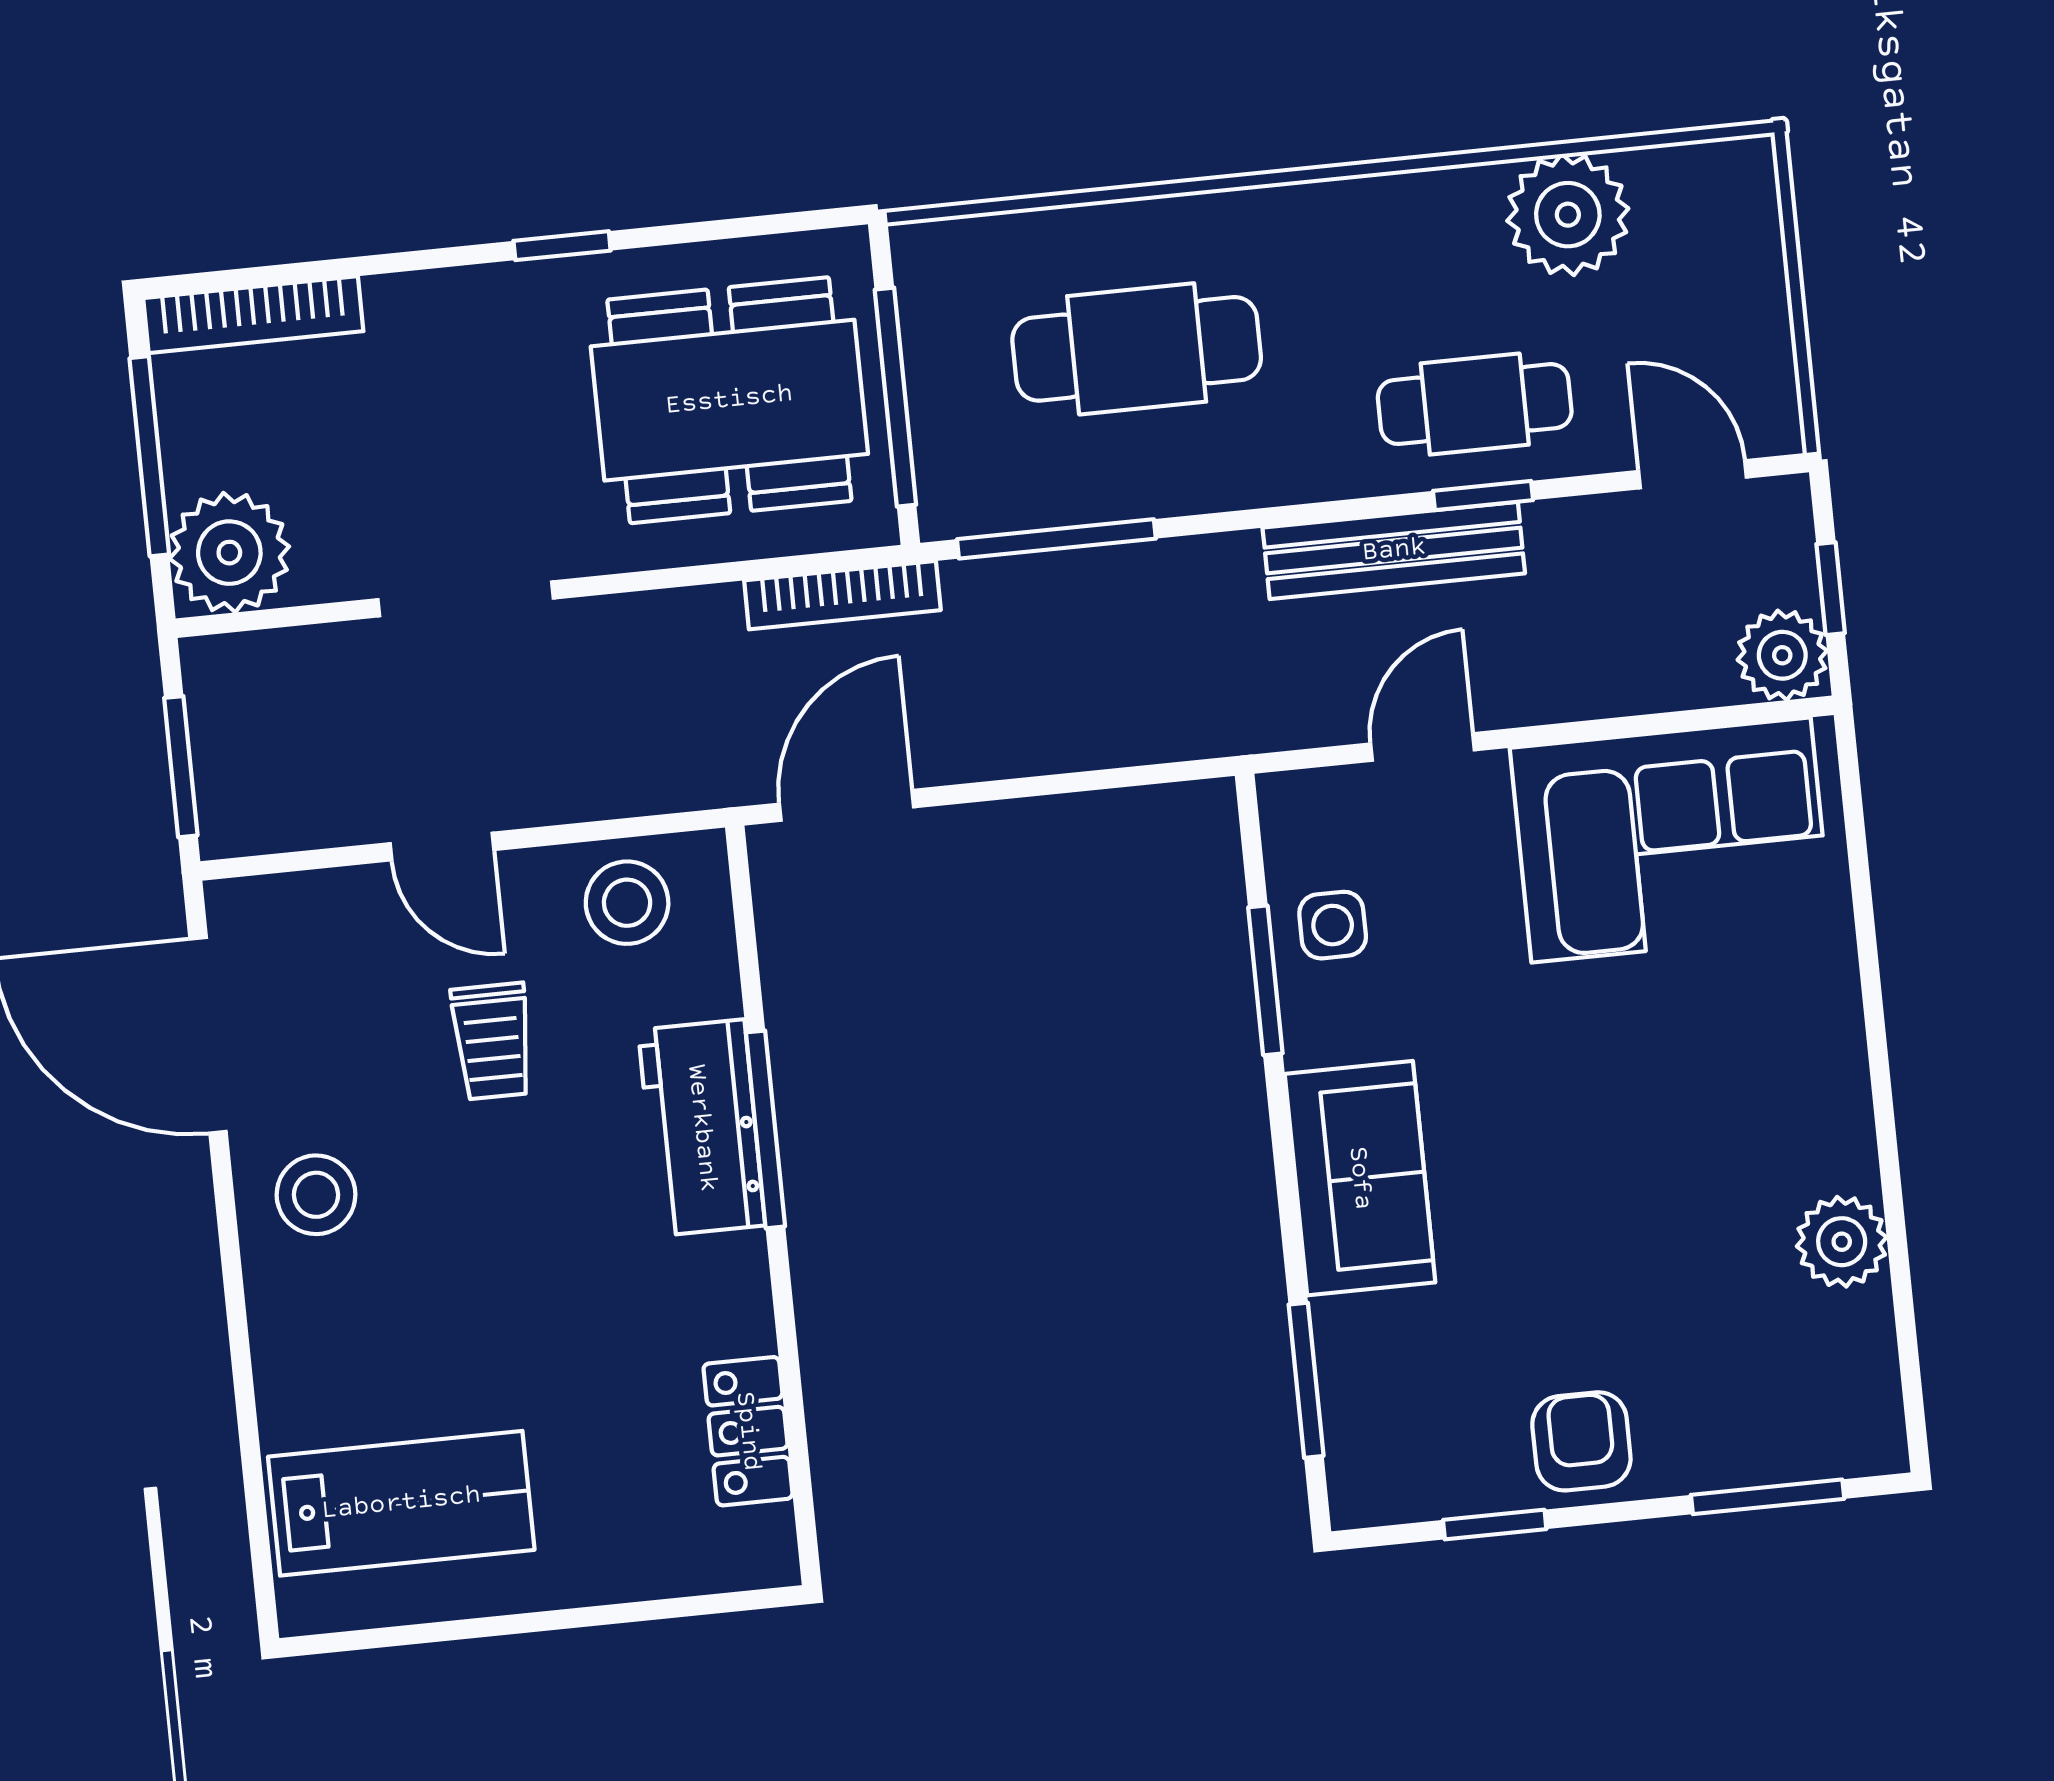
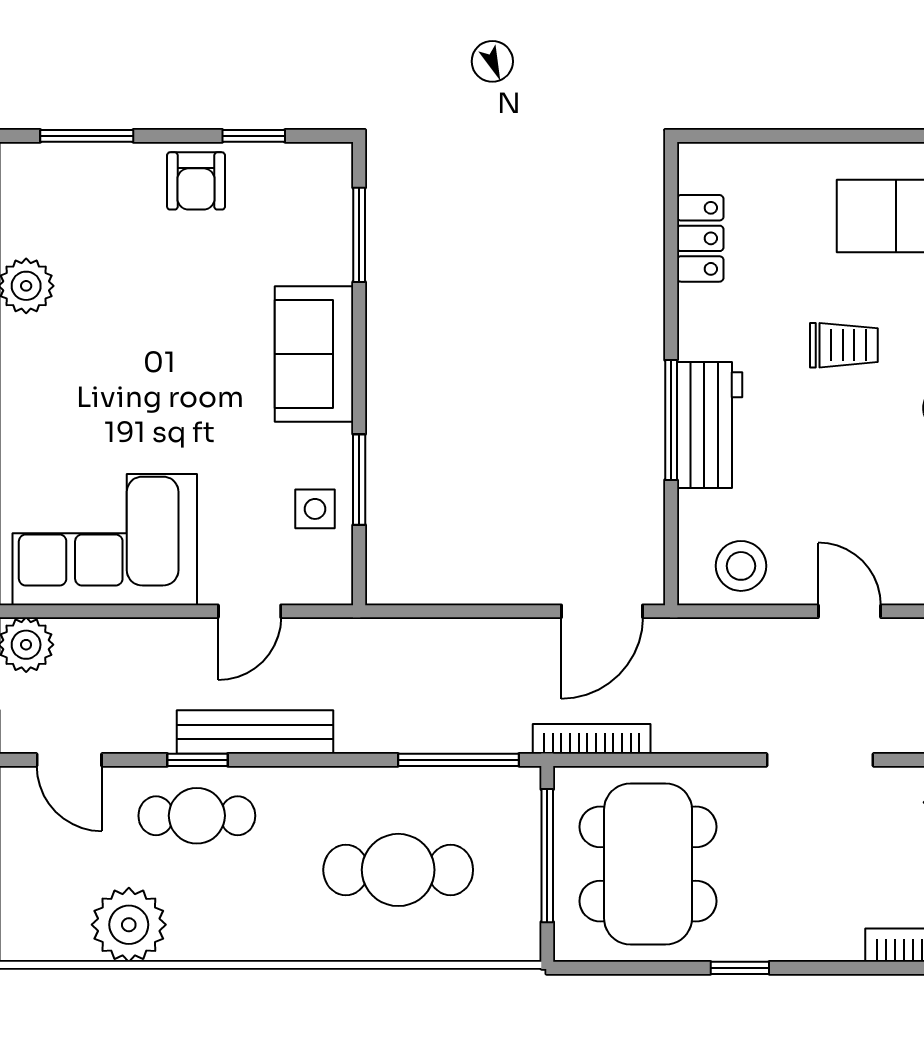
dining table: (729, 400) -> (648, 864), turned 90
trolley: (492, 1041) -> (844, 345), moved, turned 90

